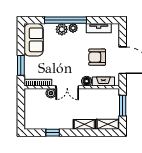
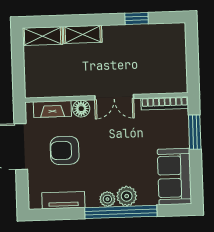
armchair: (97, 57) -> (65, 150), turned 180
double door: (67, 87) -> (114, 97), swing flipped
boiler: (51, 93) -> (142, 86), removed
window: (123, 106) -> (18, 69), removed

